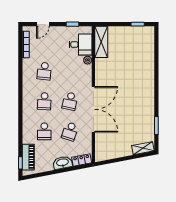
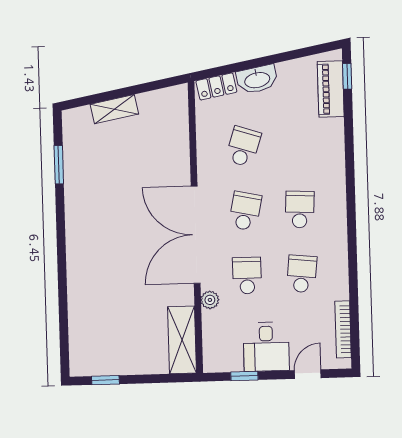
desk: (81, 44) -> (266, 347), moved, turned -90
double door: (93, 109) -> (196, 235), moved
school desk: (44, 131) -> (247, 275), moved
shelving: (143, 148) -> (114, 109), moved

